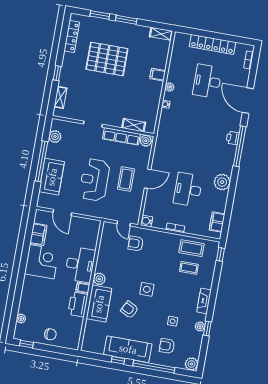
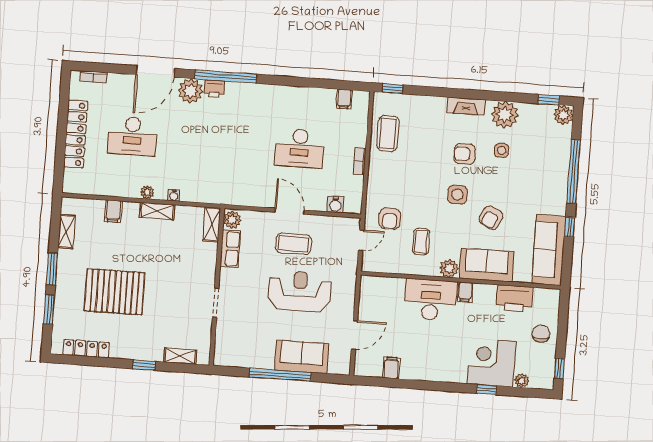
shelving: (161, 34) -> (66, 231), moved
pallet: (107, 59) -> (115, 292), turned 90
filing cabinet: (158, 75) -> (113, 211), moved
shelving: (157, 92) -> (157, 211), added
shelving: (134, 125) -> (212, 224), moved
row of seats: (121, 136) -> (230, 249), width x0.68
plant: (55, 137) -> (240, 358), removed
reception desk: (94, 180) -> (300, 291), turned 180
plant: (222, 182) -> (191, 91), moved
water cooler: (147, 221) -> (335, 205), moved
filing cabinet: (217, 222) -> (344, 99), width x0.50
filing cabinet: (38, 234) -> (391, 368), width x0.50
corner desk: (42, 262) -> (491, 363), moved
coffee table: (189, 268) -> (421, 242), moved
window: (18, 295) -> (487, 390), added
printer: (78, 304) -> (514, 298), moved
plant: (200, 326) -> (505, 115), width x1.88, depth x1.88
window: (207, 328) -> (549, 100), moved
armchair: (167, 346) -> (465, 154), moved, turned 90
sofa: (128, 349) -> (549, 250), moved

